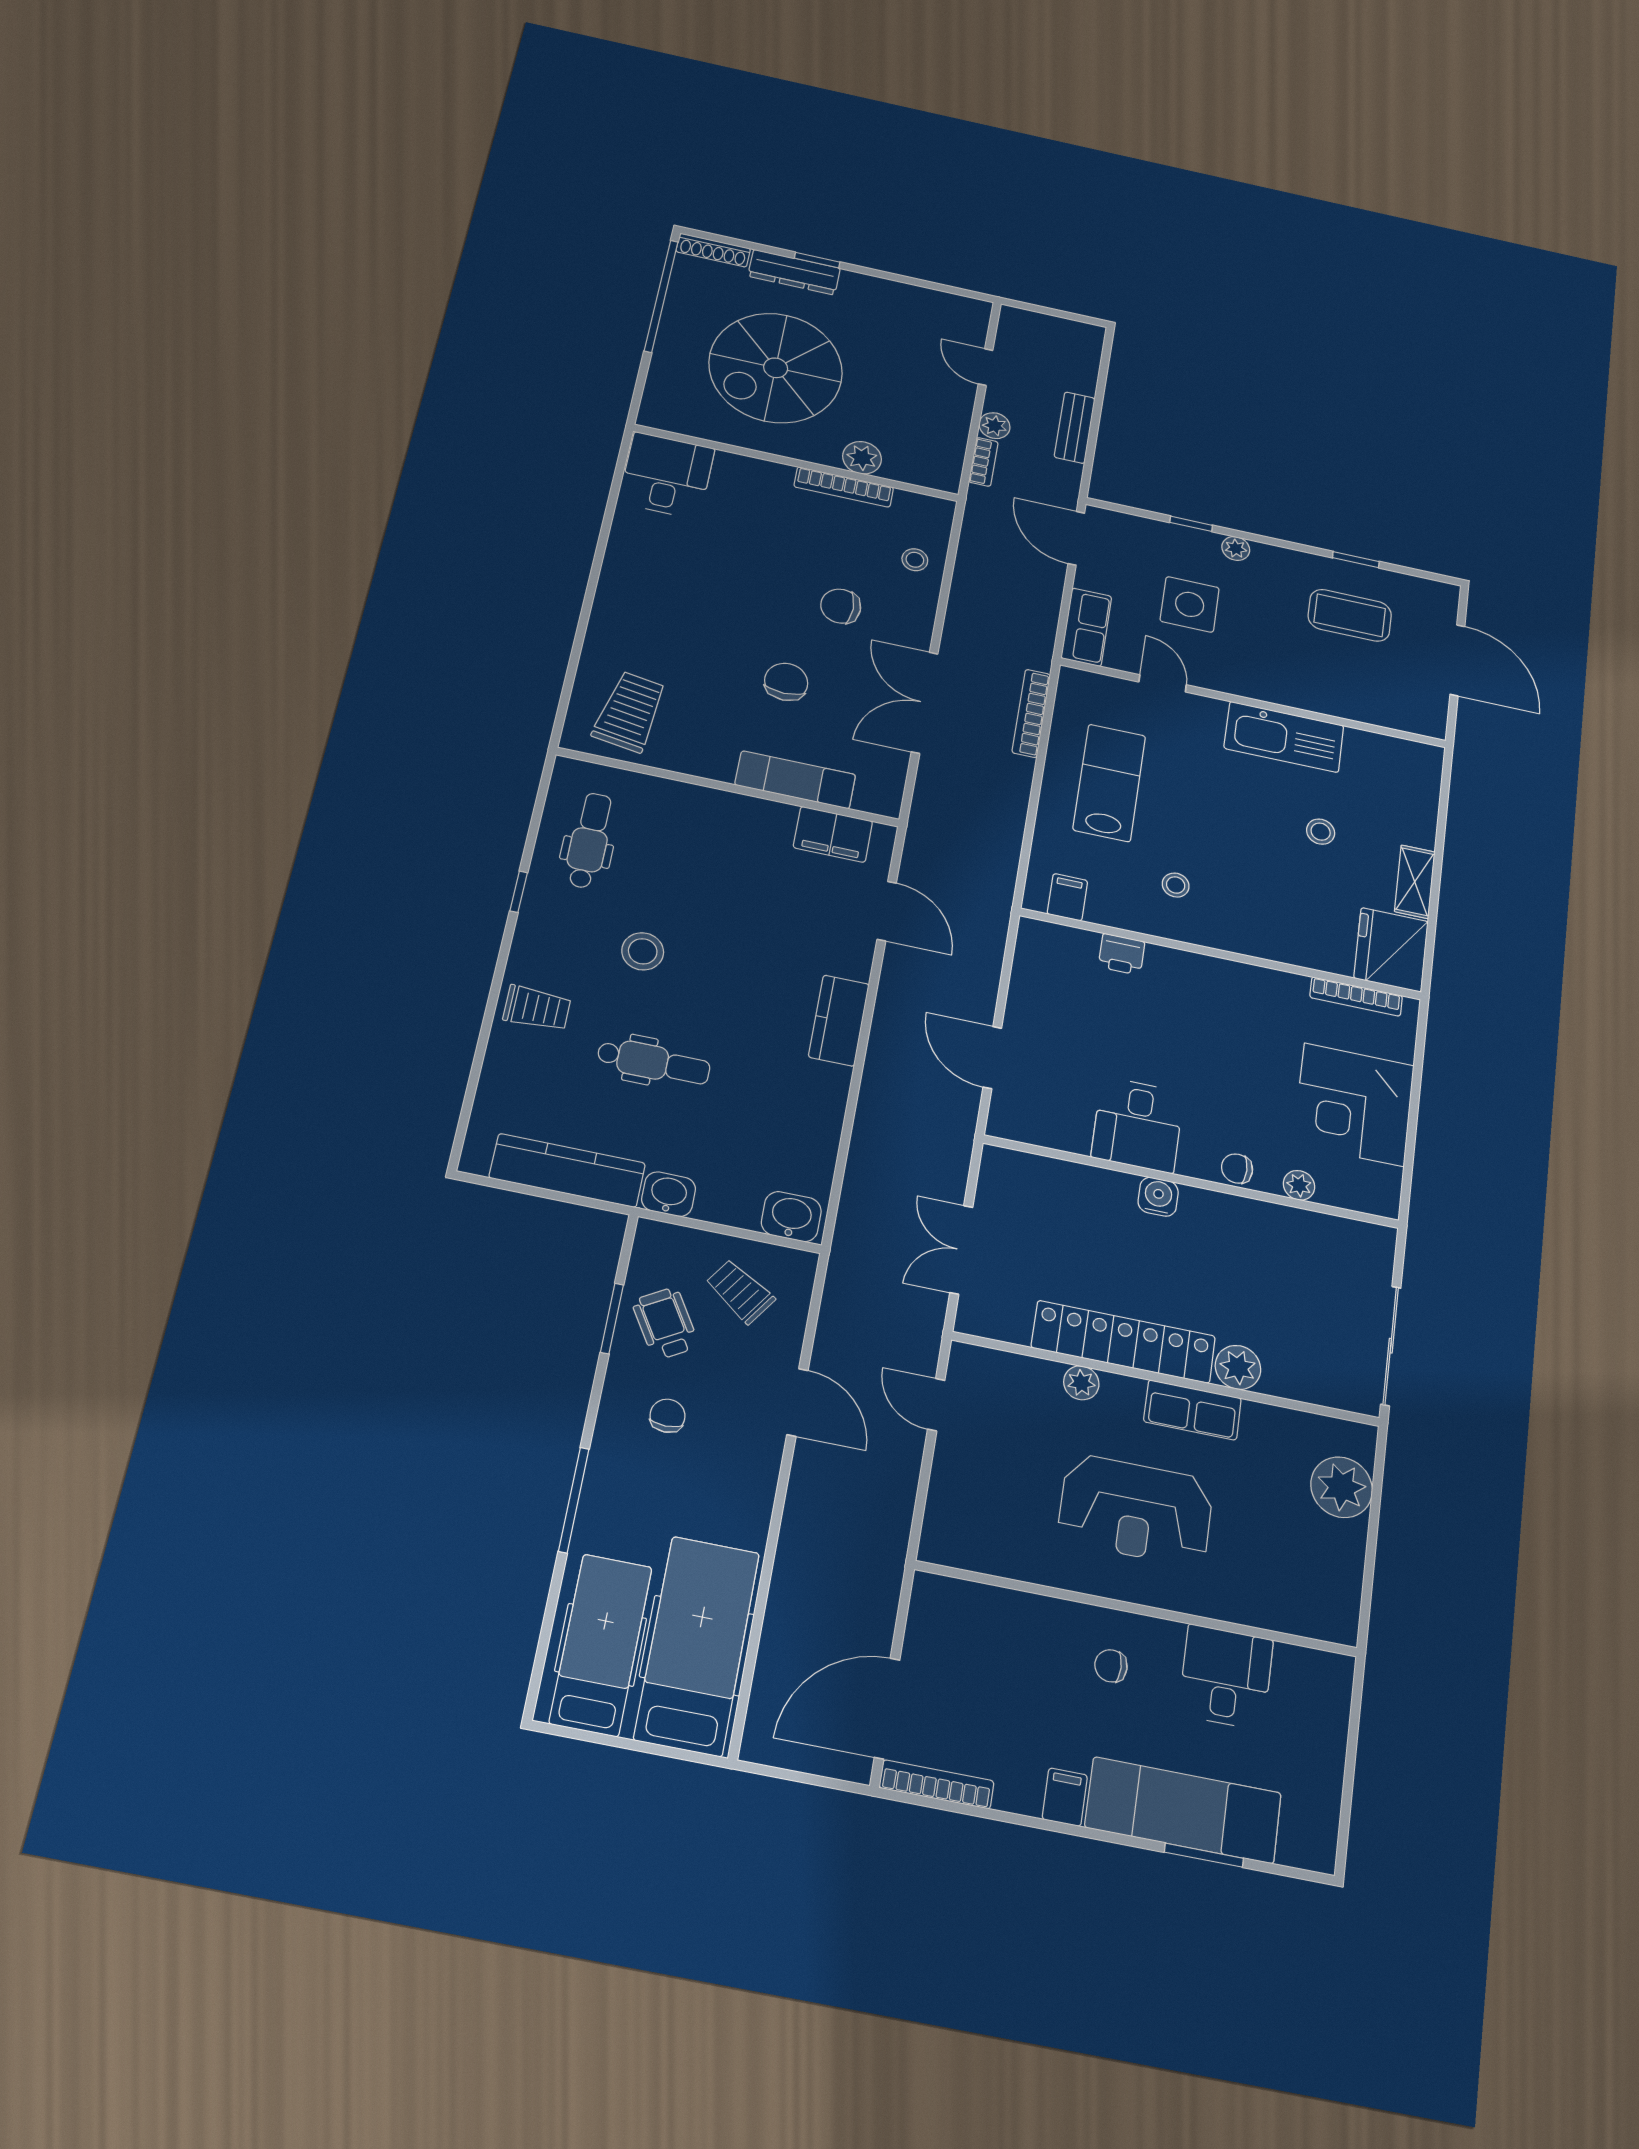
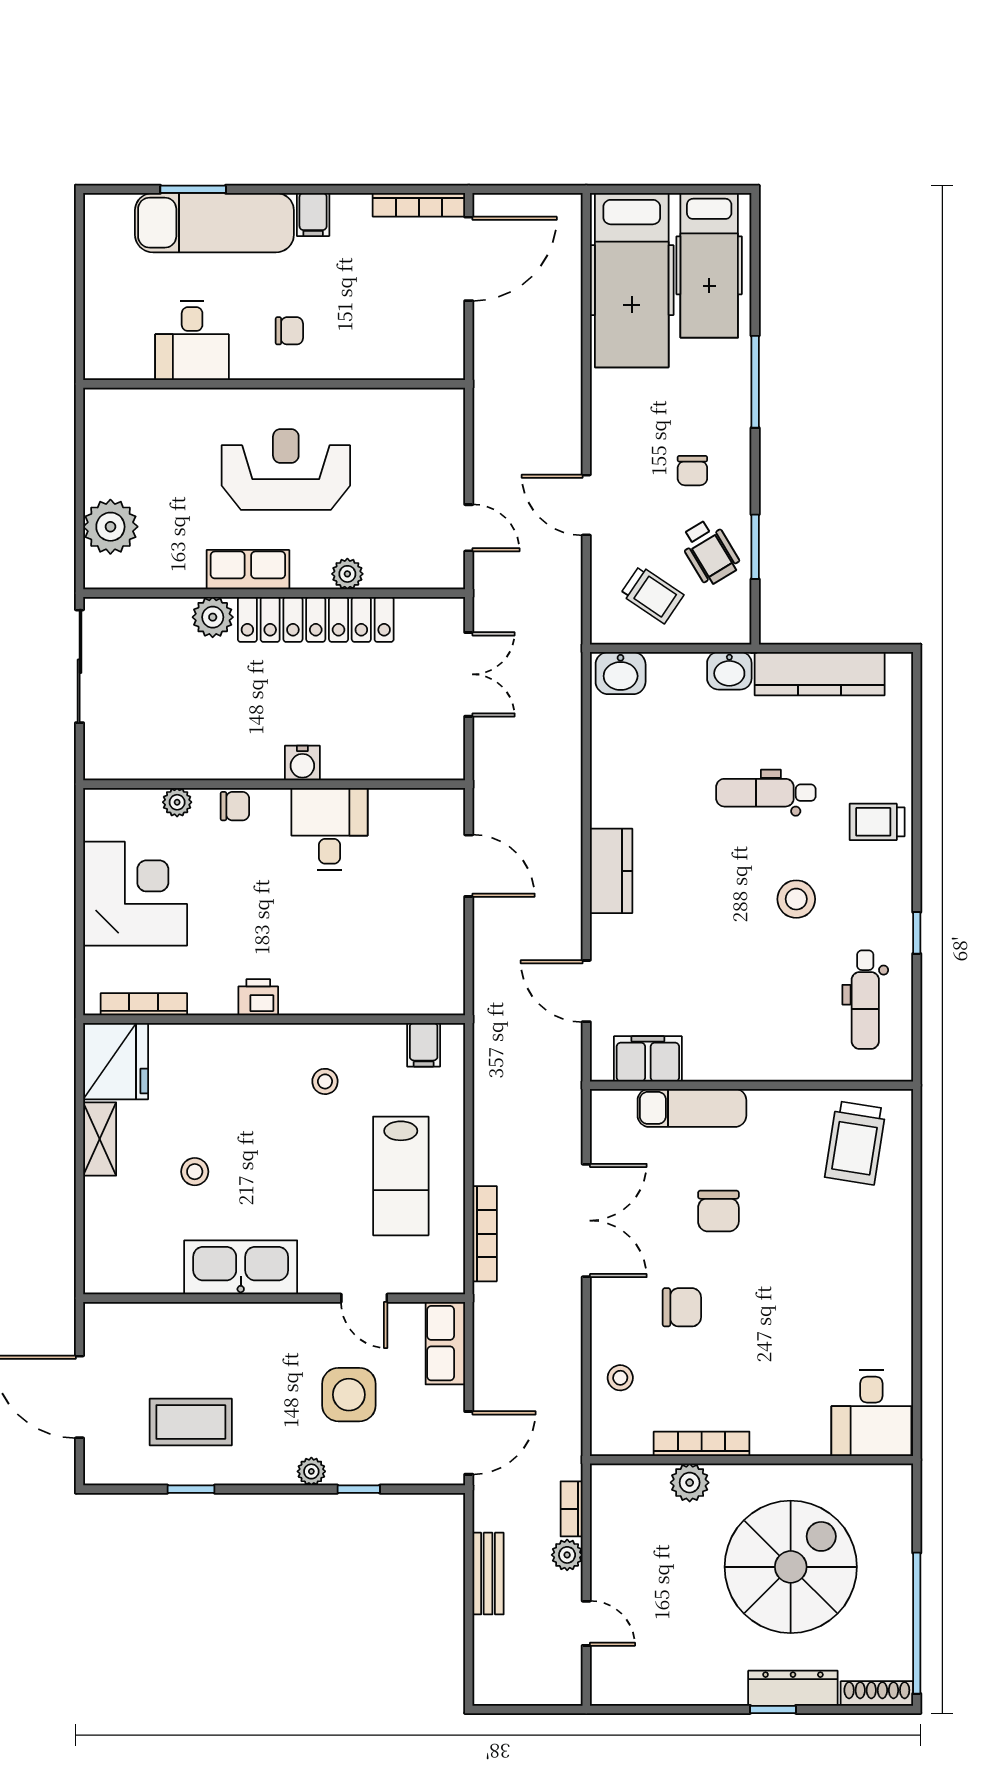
door: (1076, 538) -> (469, 1443), hinge flipped
printer: (1122, 954) -> (258, 997), moved

